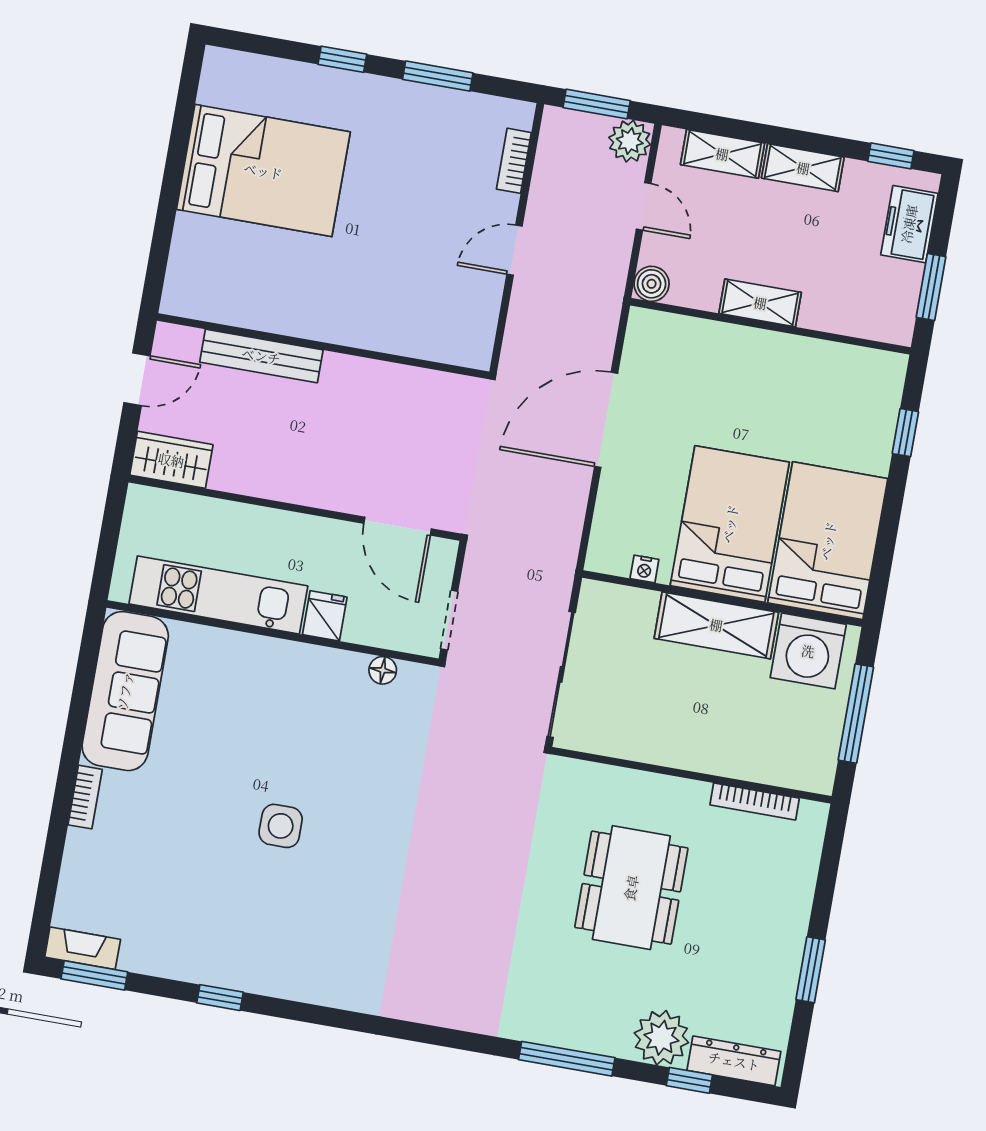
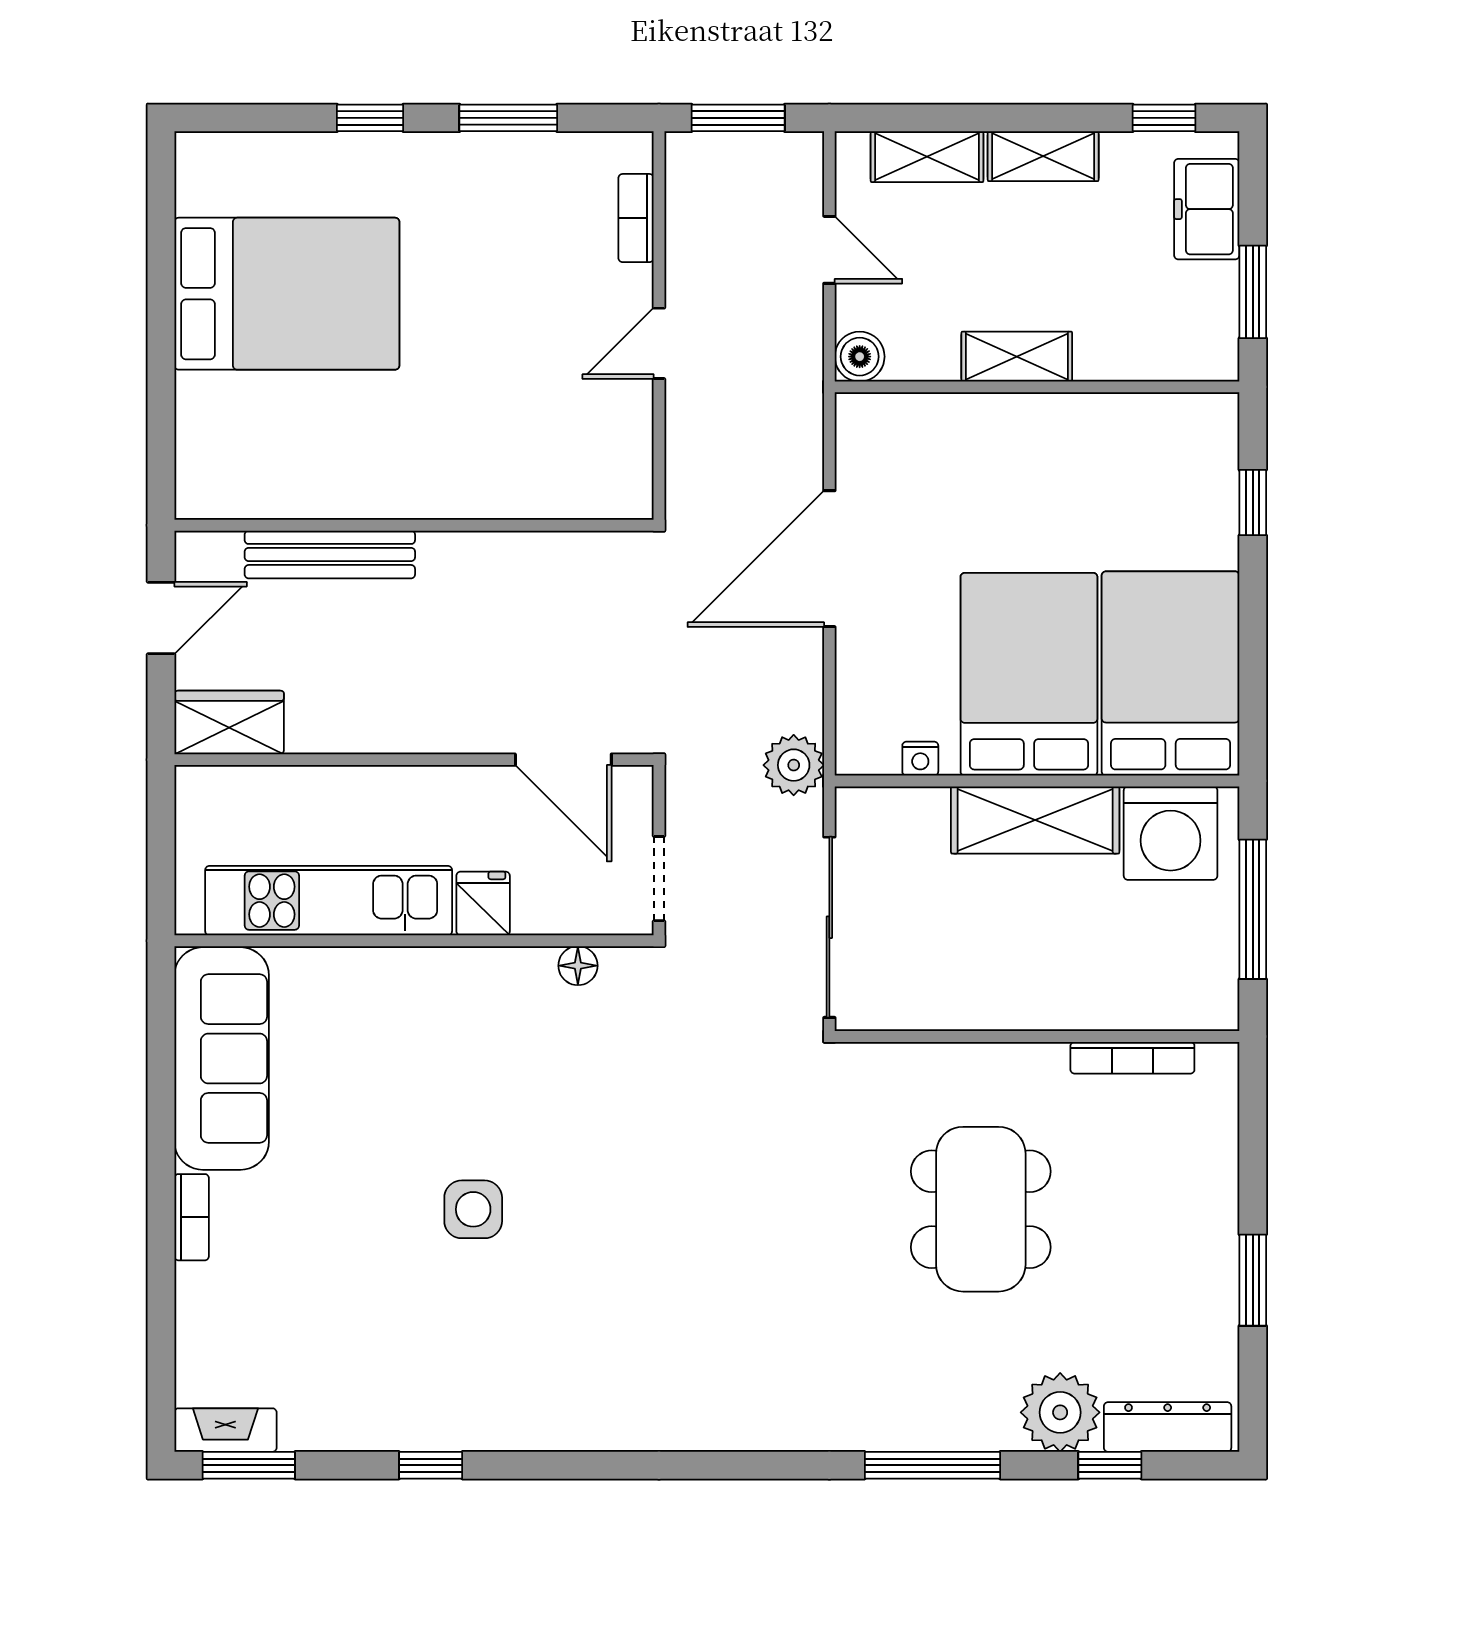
plant: (630, 141) -> (794, 765), moved

